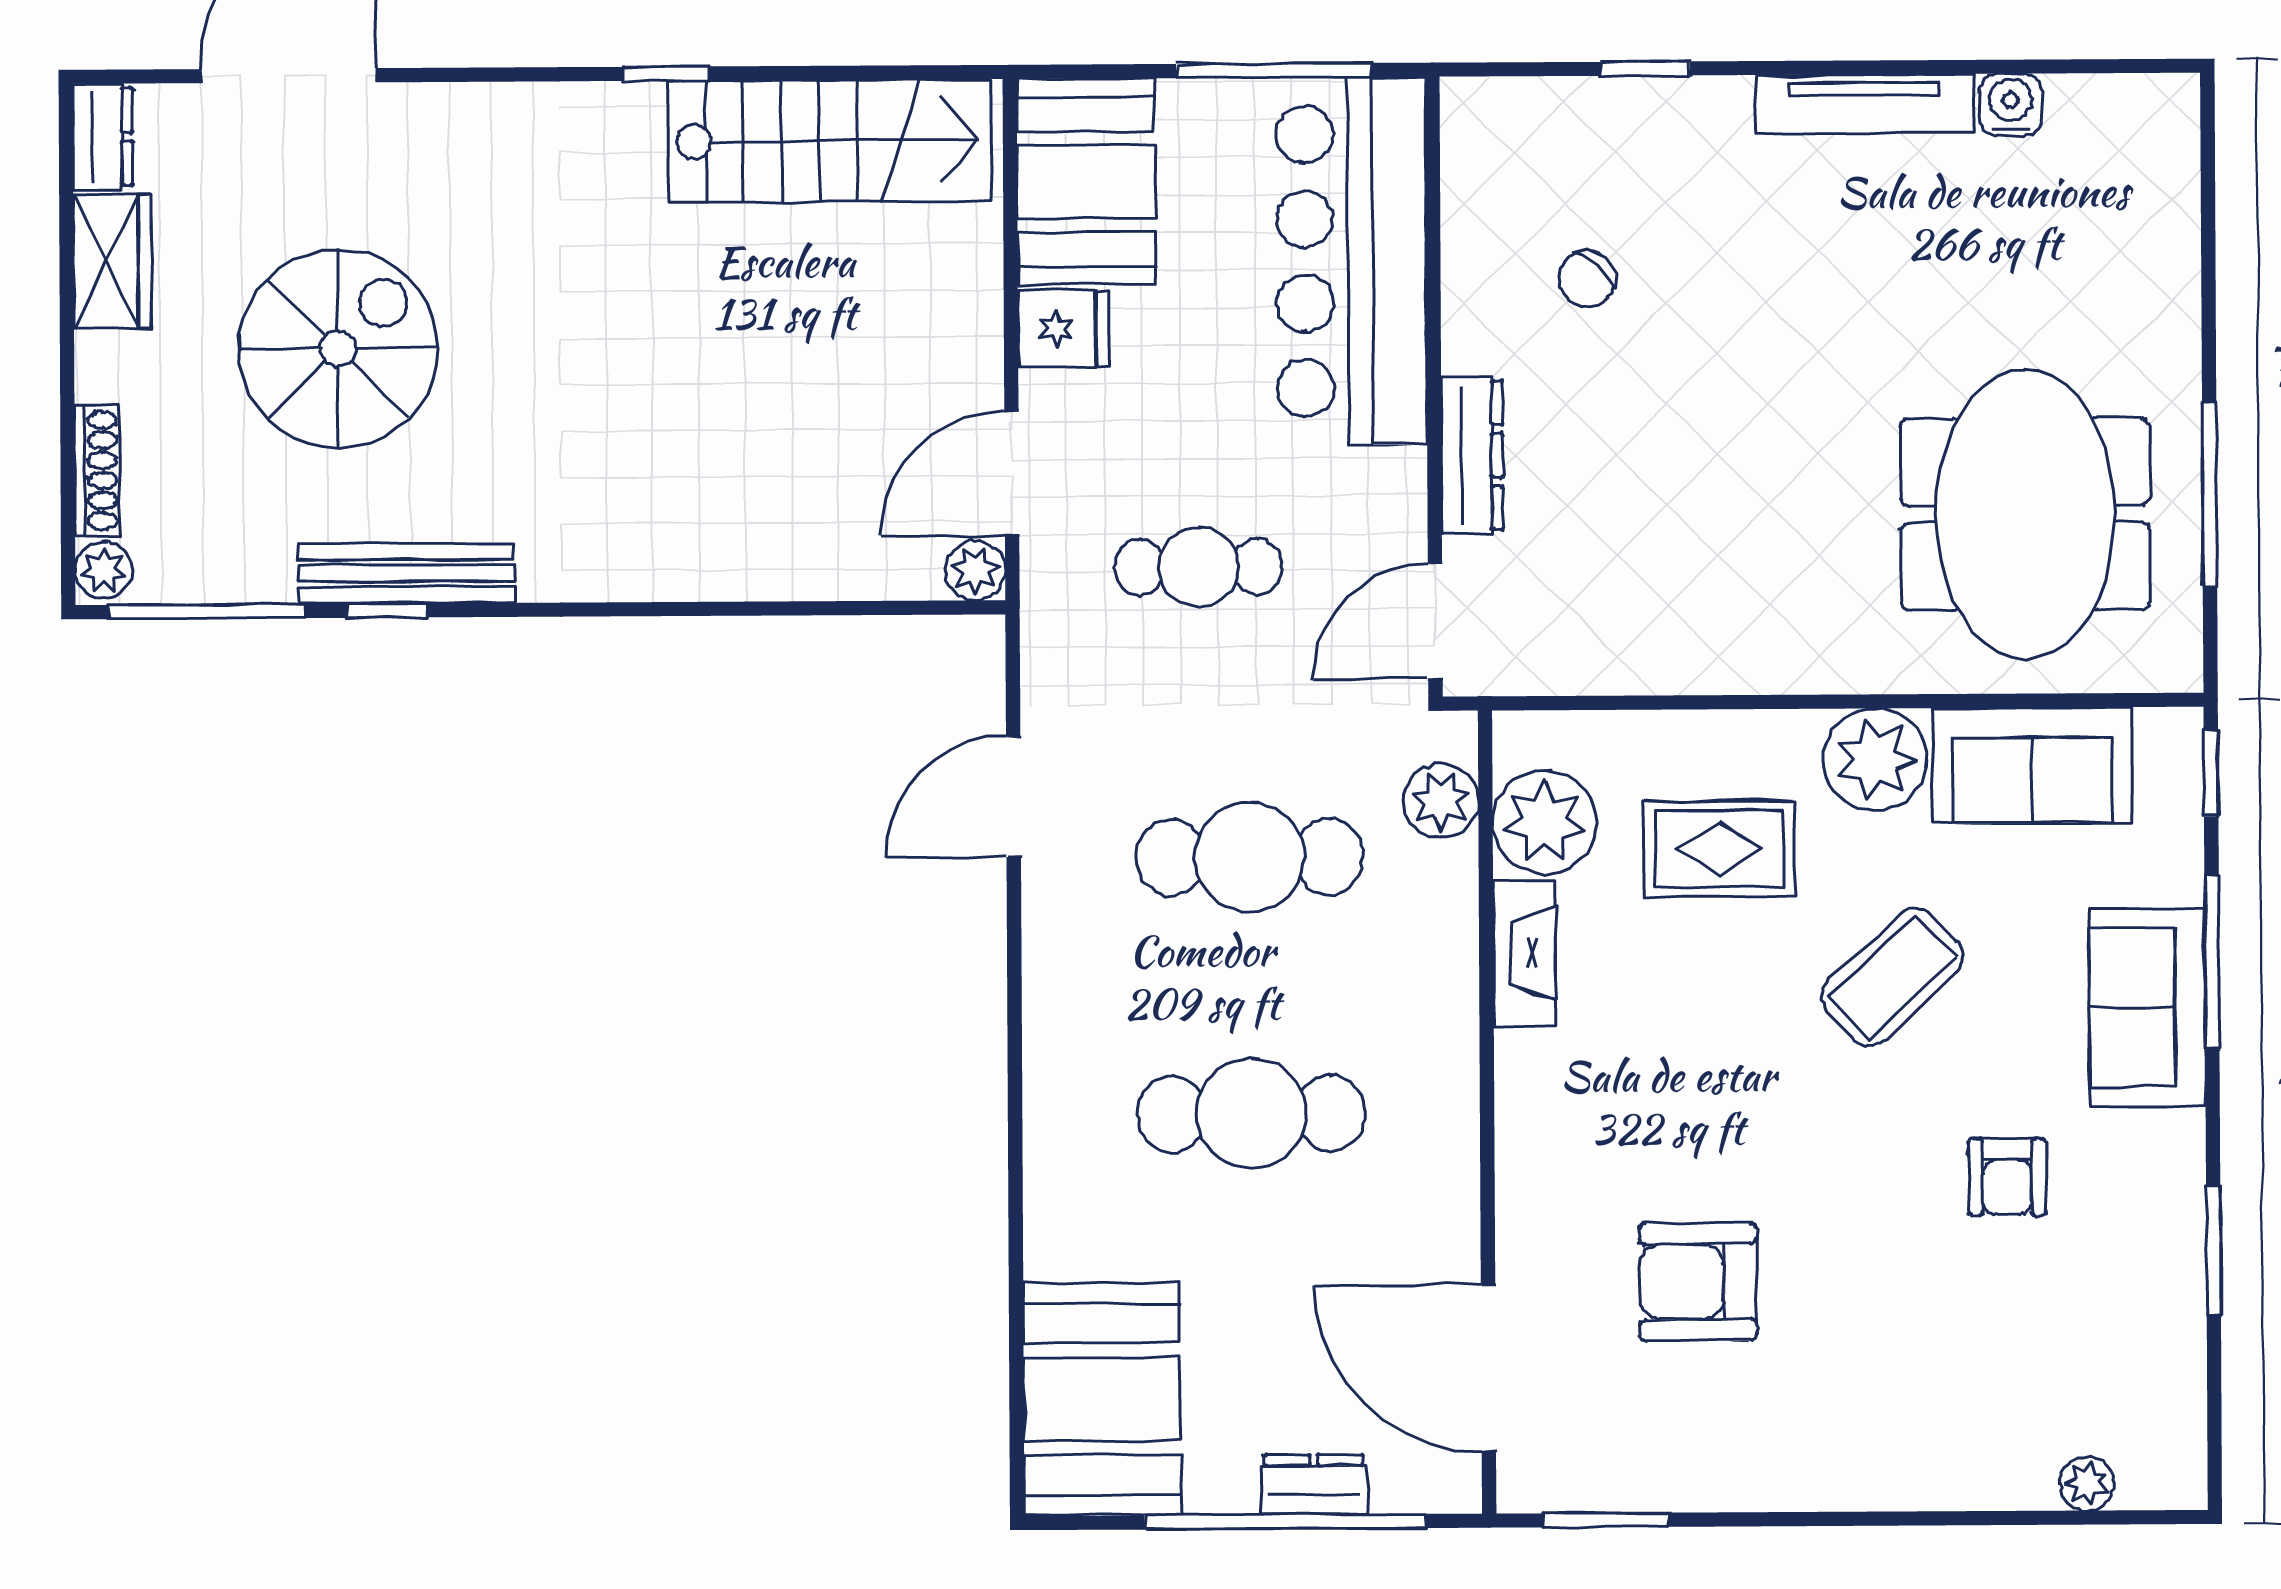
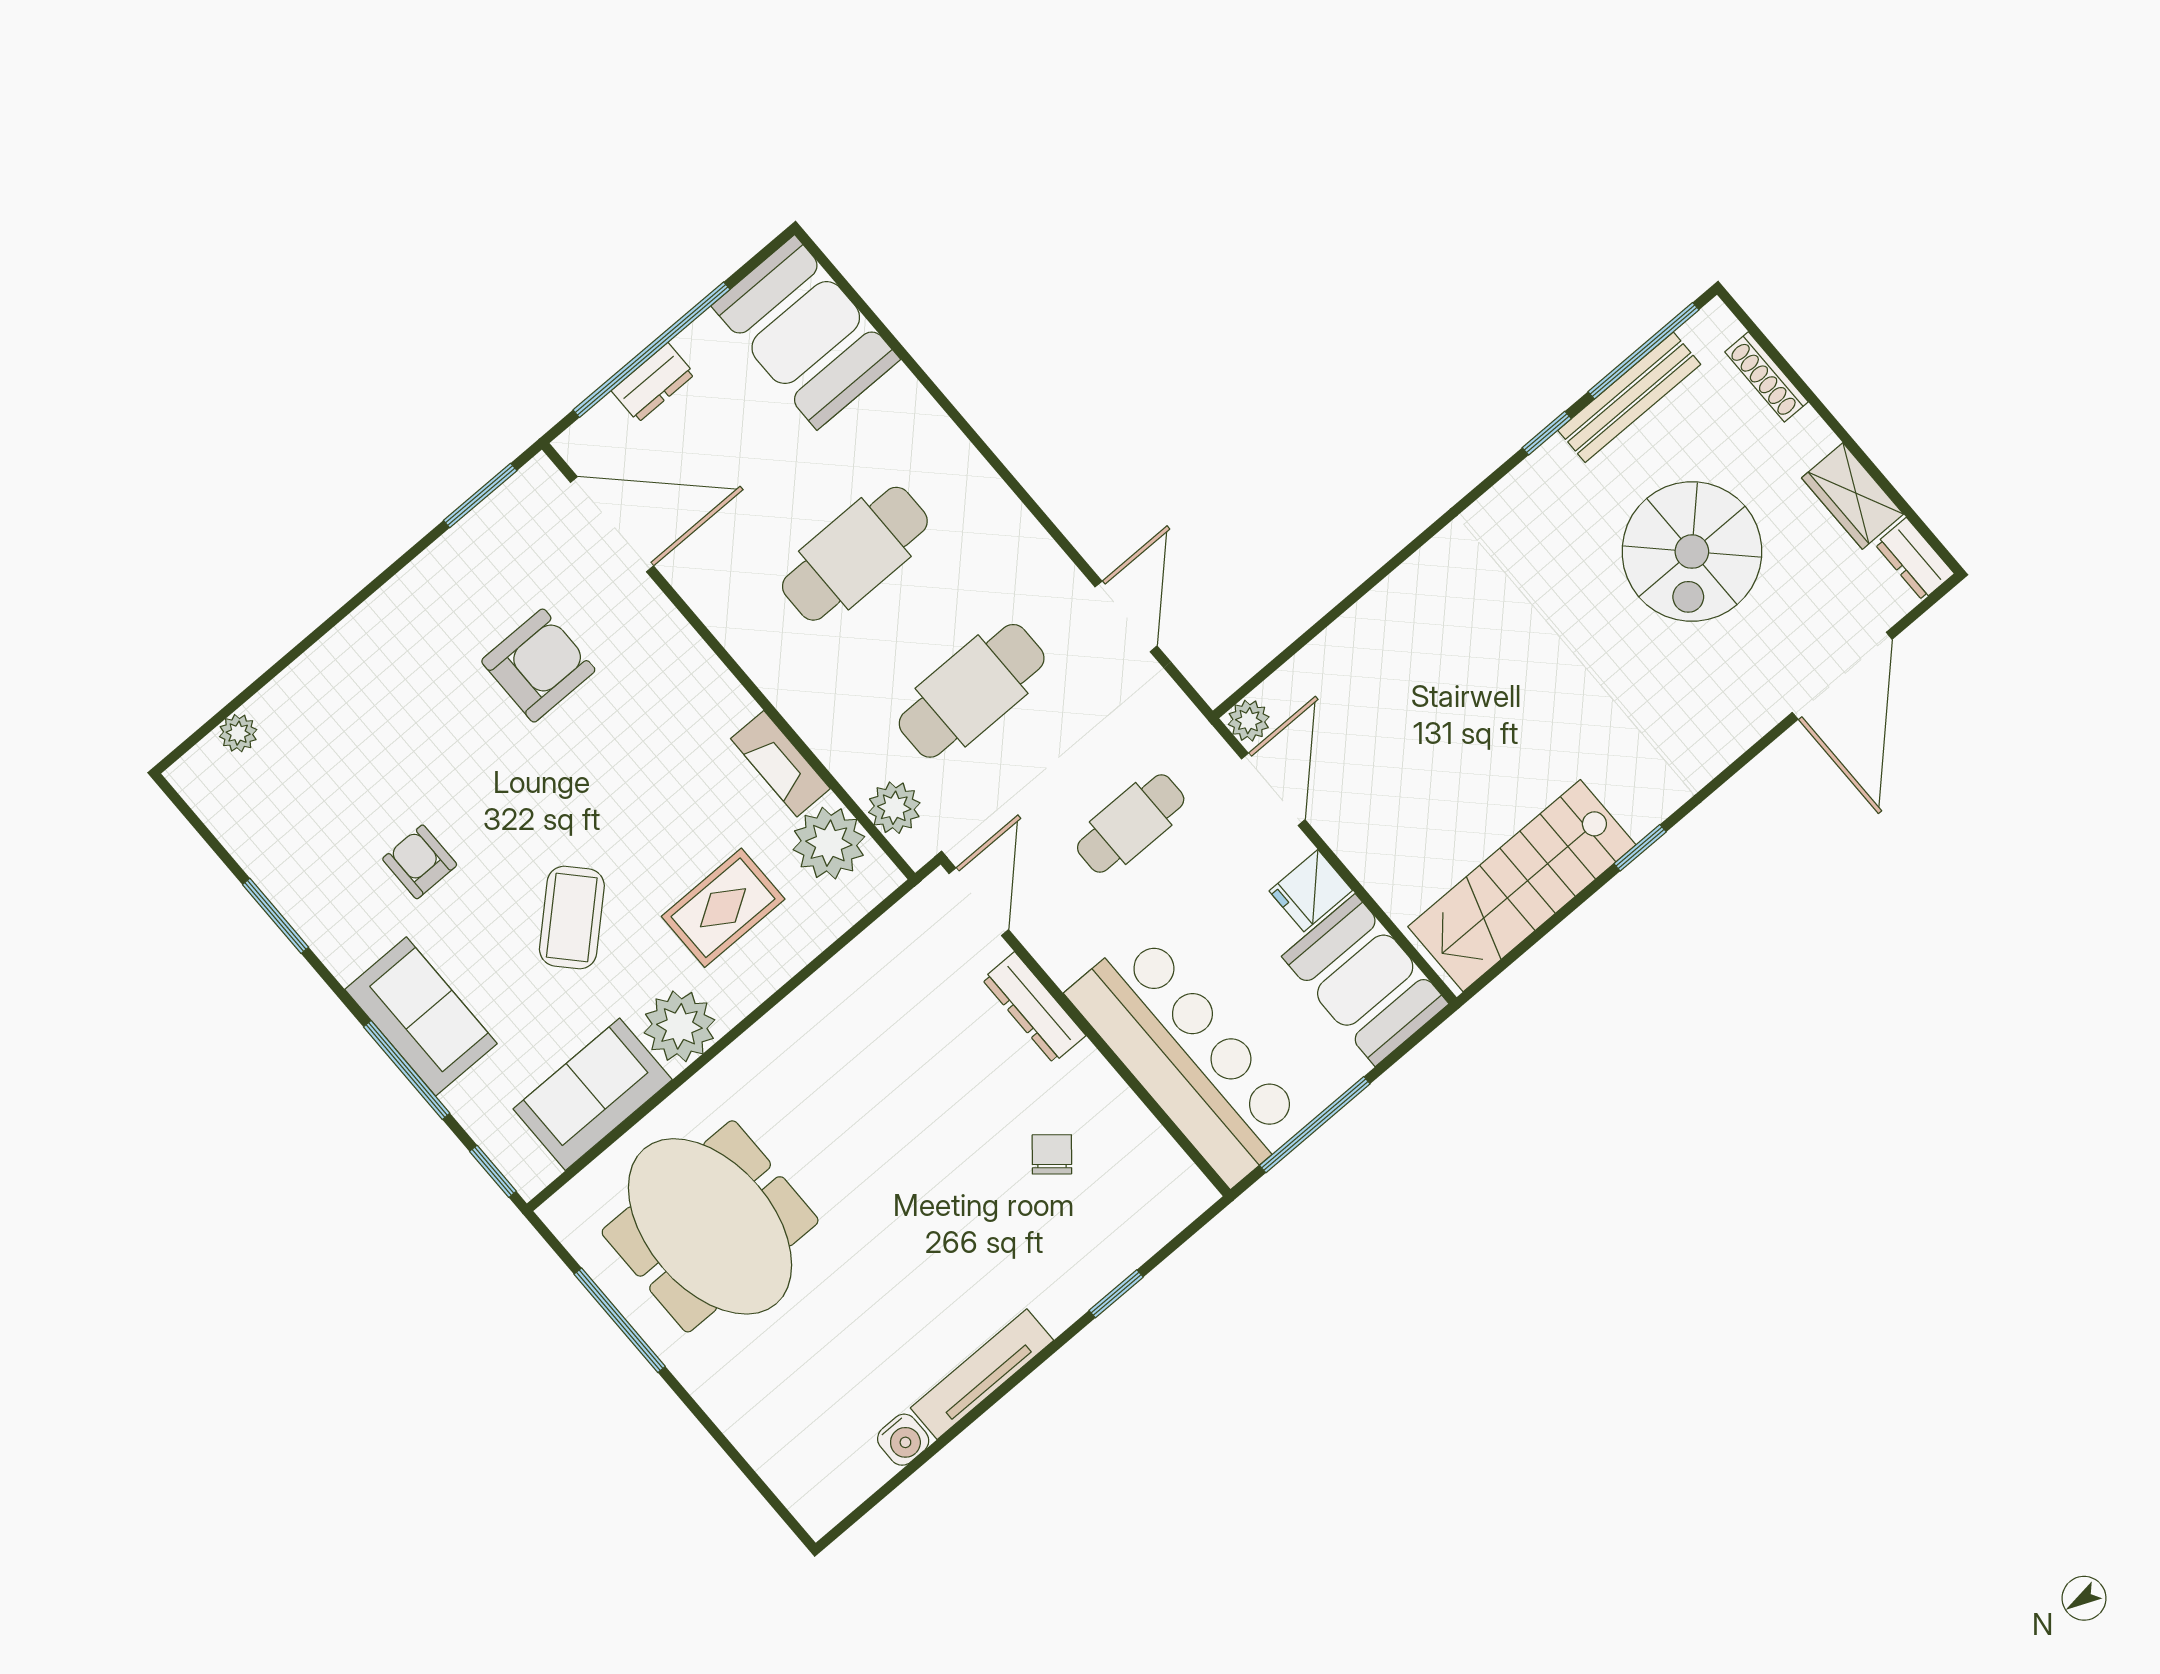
plant: (104, 570) -> (1718, 326), removed
bench: (406, 573) -> (1629, 397), moved

